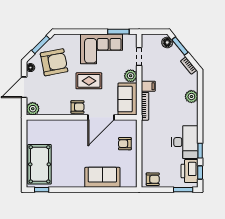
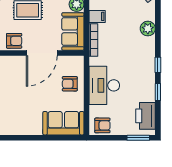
desk: (185, 142) -> (104, 85), moved, turned 180
window: (200, 173) -> (158, 65), moved
sofa: (102, 177) -> (63, 123), moved

